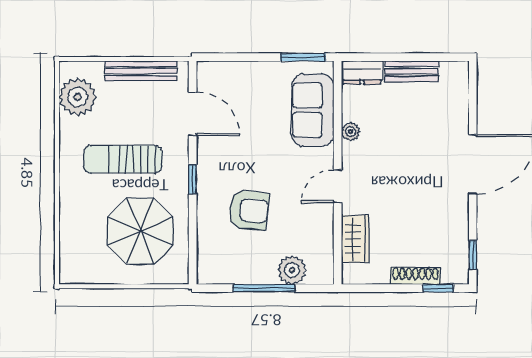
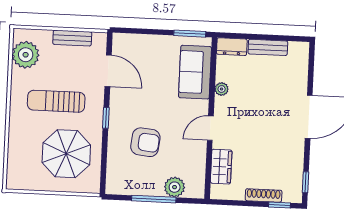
bench: (141, 71) -> (72, 38), width x0.73

